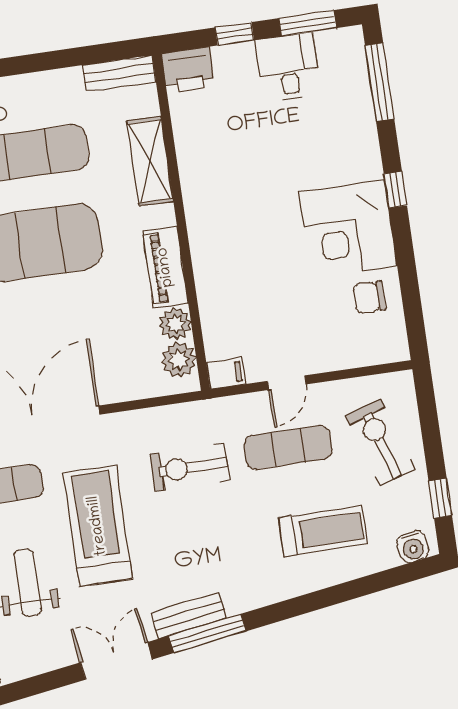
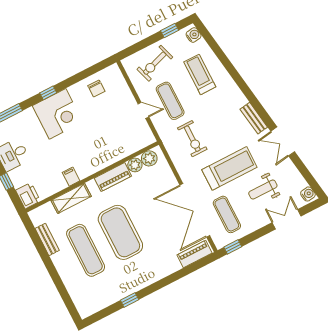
bench: (119, 73) -> (47, 239), moved
corner desk: (348, 229) -> (58, 114), moved
filing cabinet: (226, 373) -> (71, 177), moved
treadmill: (98, 526) -> (229, 168), turned 180
window: (207, 633) -> (259, 108), removed

